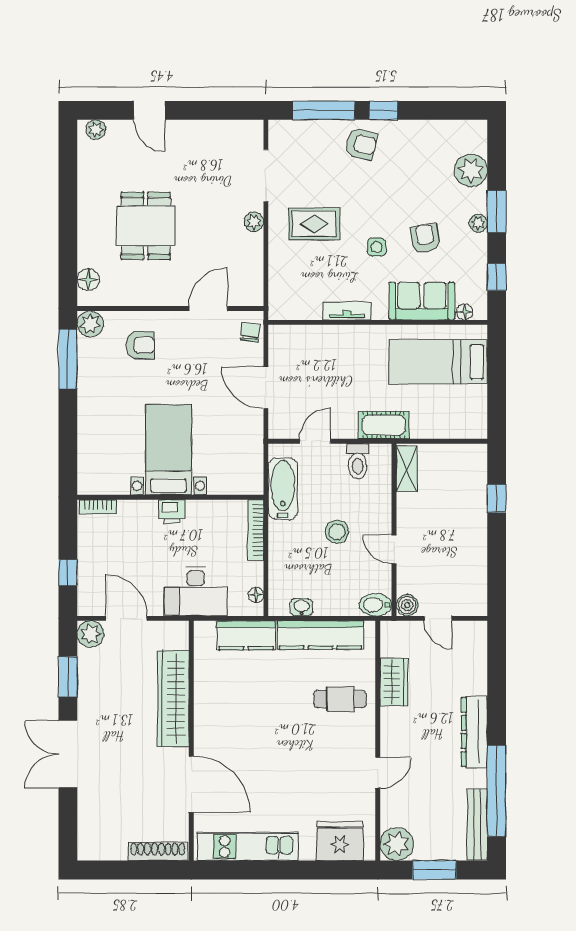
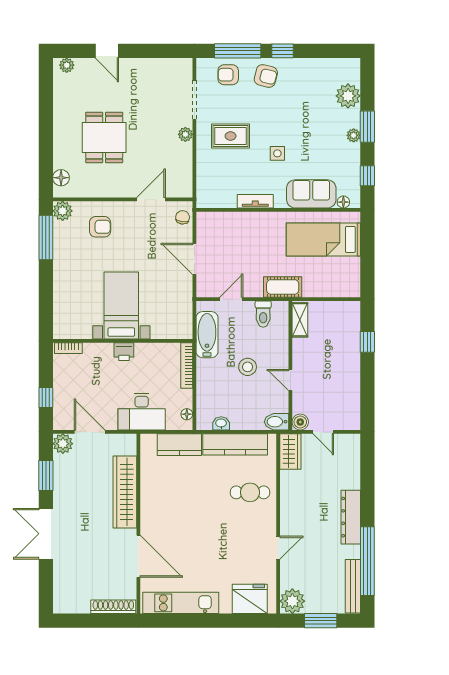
armchair: (425, 238) -> (228, 75), moved, turned -81
wardrobe: (394, 682) -> (290, 452), moved

